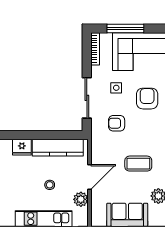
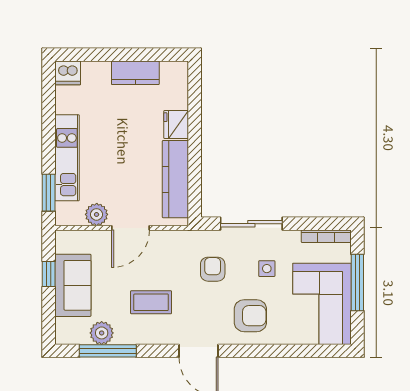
coffee table: (138, 164) -> (151, 302), turned 90
door: (90, 177) -> (131, 228), hinge flipped
stool: (50, 185) -> (119, 167), removed

